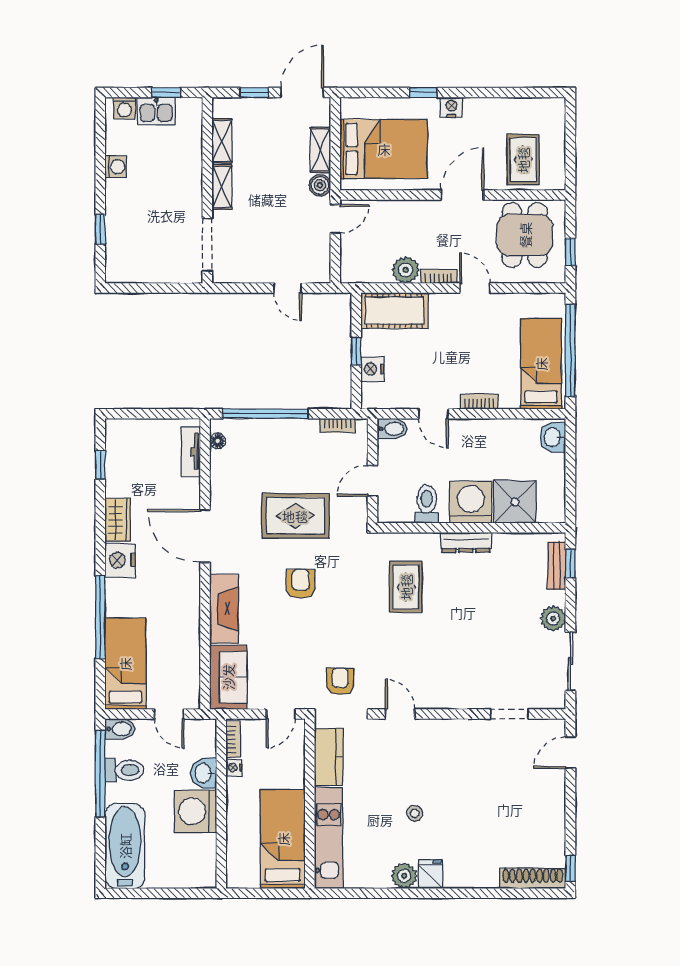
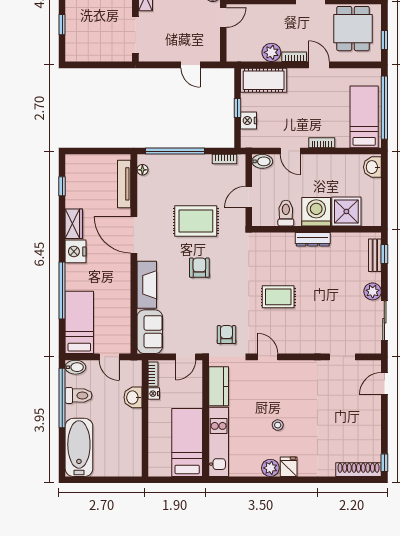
tv unit: (191, 452) -> (124, 184), width x1.41
rug: (406, 587) -> (278, 297), moved, turned 90
washing machine: (196, 811) -> (127, 424), removed

